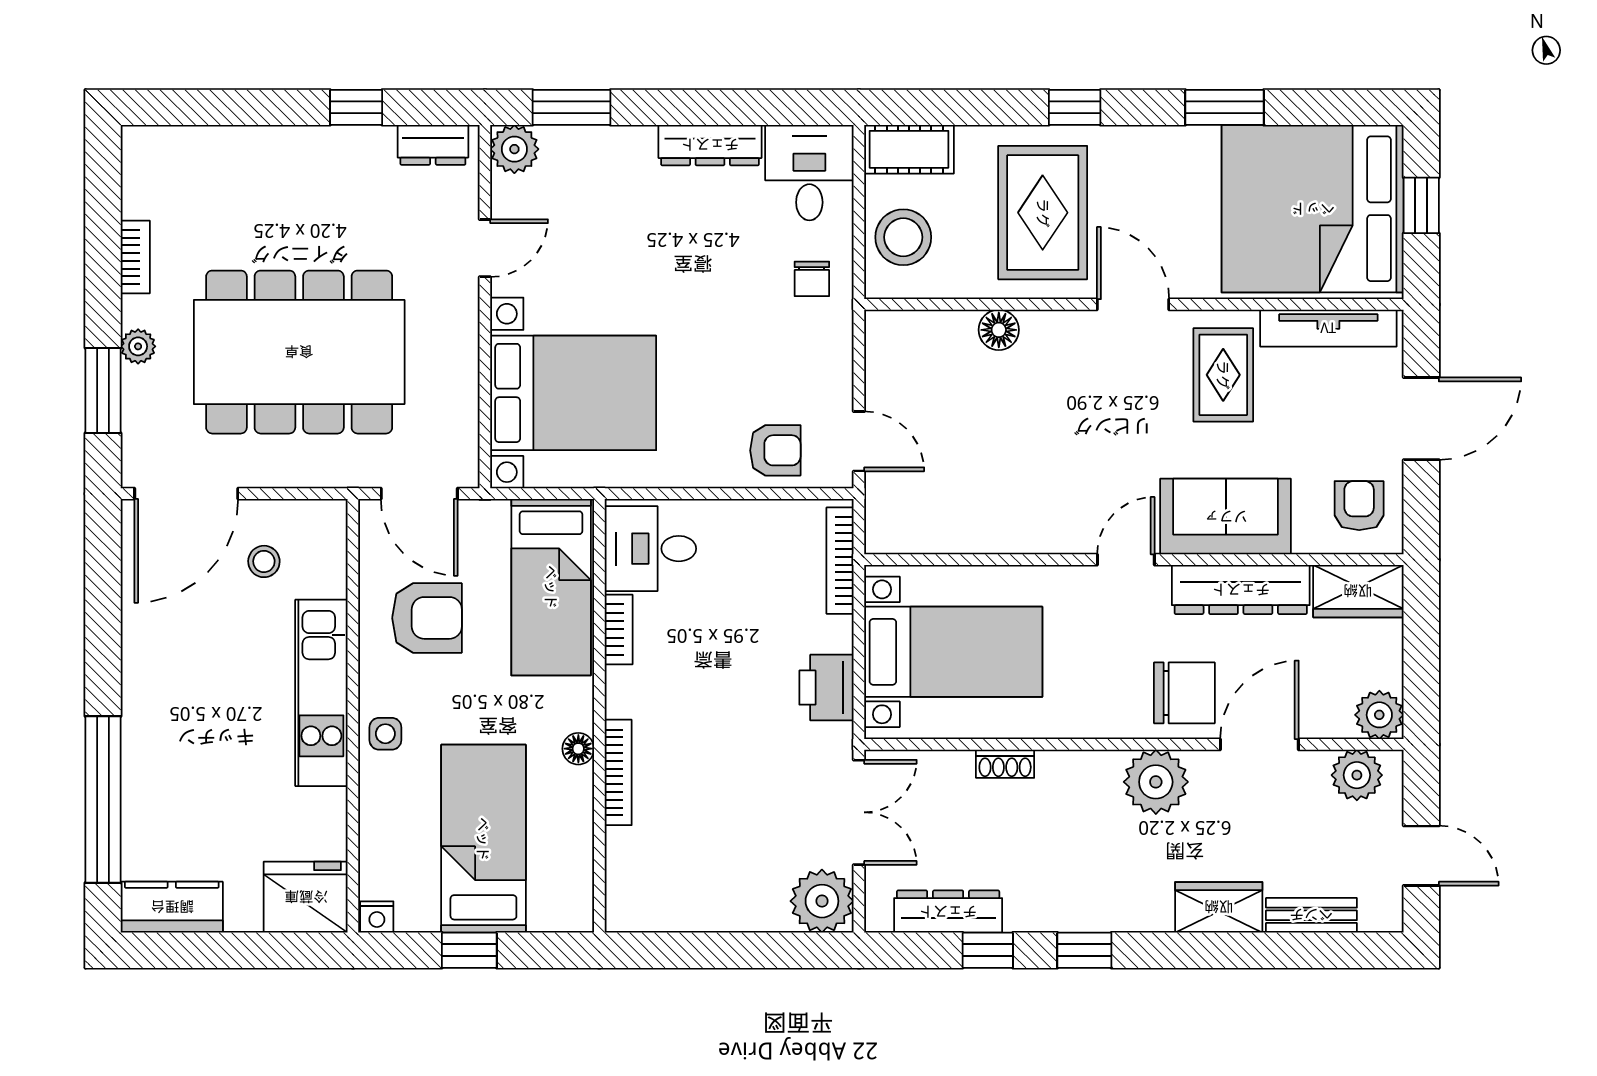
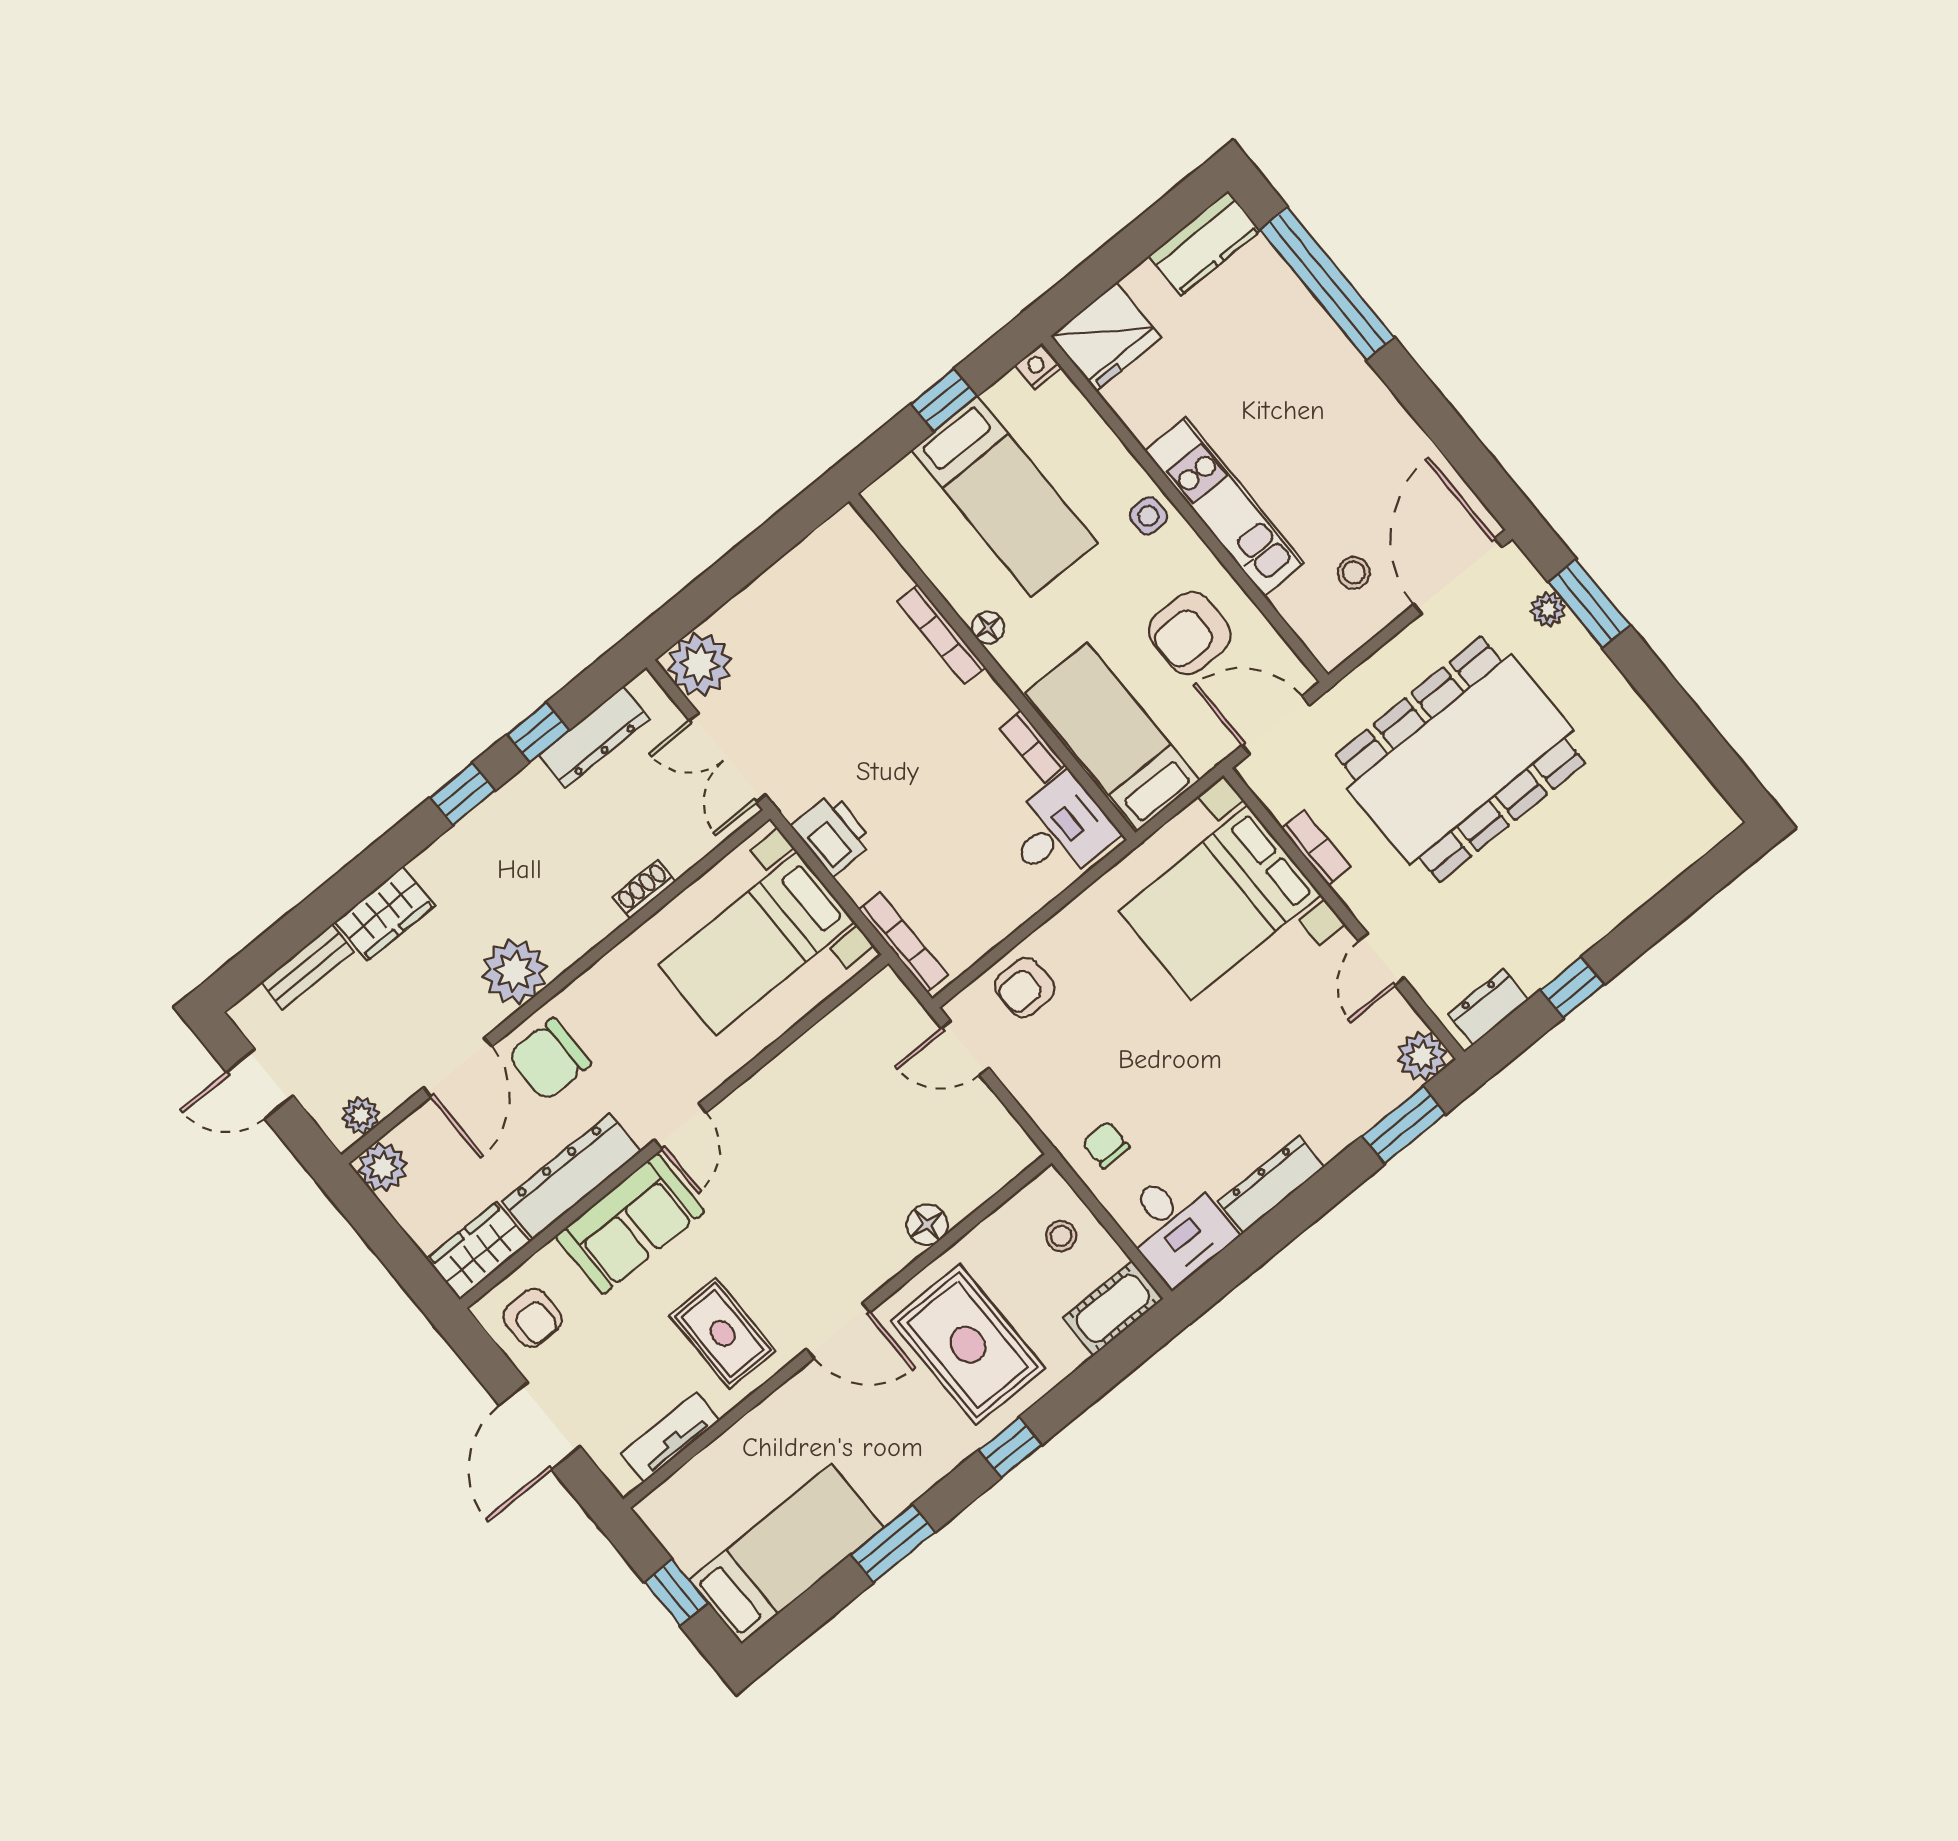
bed: (1313, 209) -> (786, 1554), width x0.49
stool: (903, 237) -> (1061, 1236), width x0.53, depth x0.53
bookcase: (135, 257) -> (1316, 848), moved, turned 180
tv unit: (1328, 328) -> (670, 1437), width x0.71
plant: (138, 346) -> (1548, 609), moved
plant: (1357, 775) -> (361, 1115), width x0.73, depth x0.73

